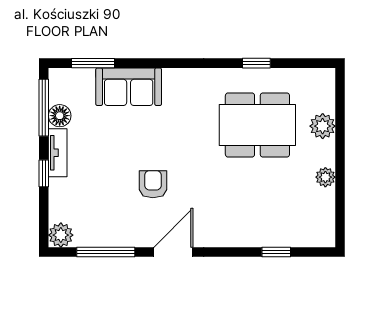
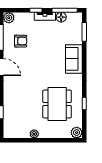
sofa: (129, 87) -> (74, 59), moved
plant: (323, 126) -> (77, 133), moved
armchair: (153, 184) -> (21, 41), moved

